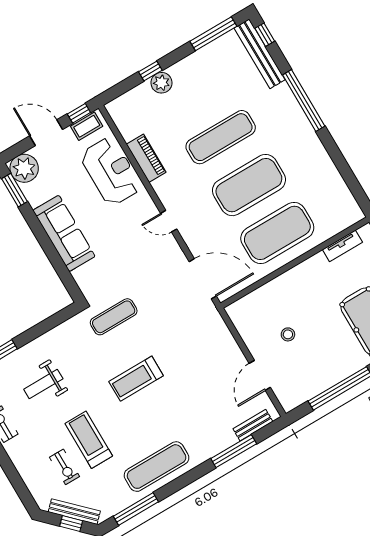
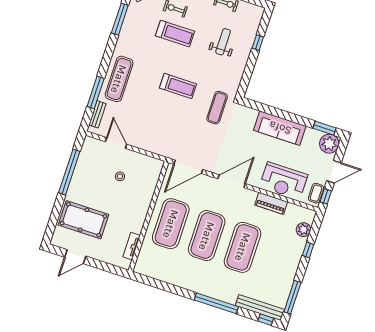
plant: (161, 83) -> (303, 230), moved
exercise mat: (221, 137) -> (243, 247), width x1.47
door: (169, 221) -> (232, 181), width x1.88
treadmill: (136, 379) -> (178, 86), turned 90
exercise mat: (157, 467) -> (119, 79), moved

